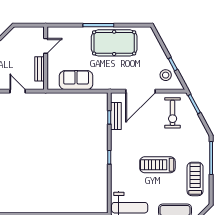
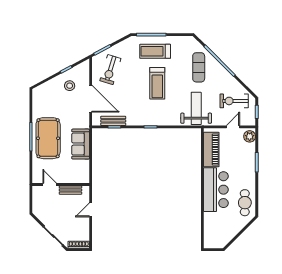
pool table: (114, 43) -> (48, 138), moved
stool: (166, 75) -> (70, 86), moved
sofa: (76, 80) -> (81, 144), moved
exercise bike: (173, 113) -> (110, 70), turned 107
treadmill: (195, 179) -> (155, 51), moved

